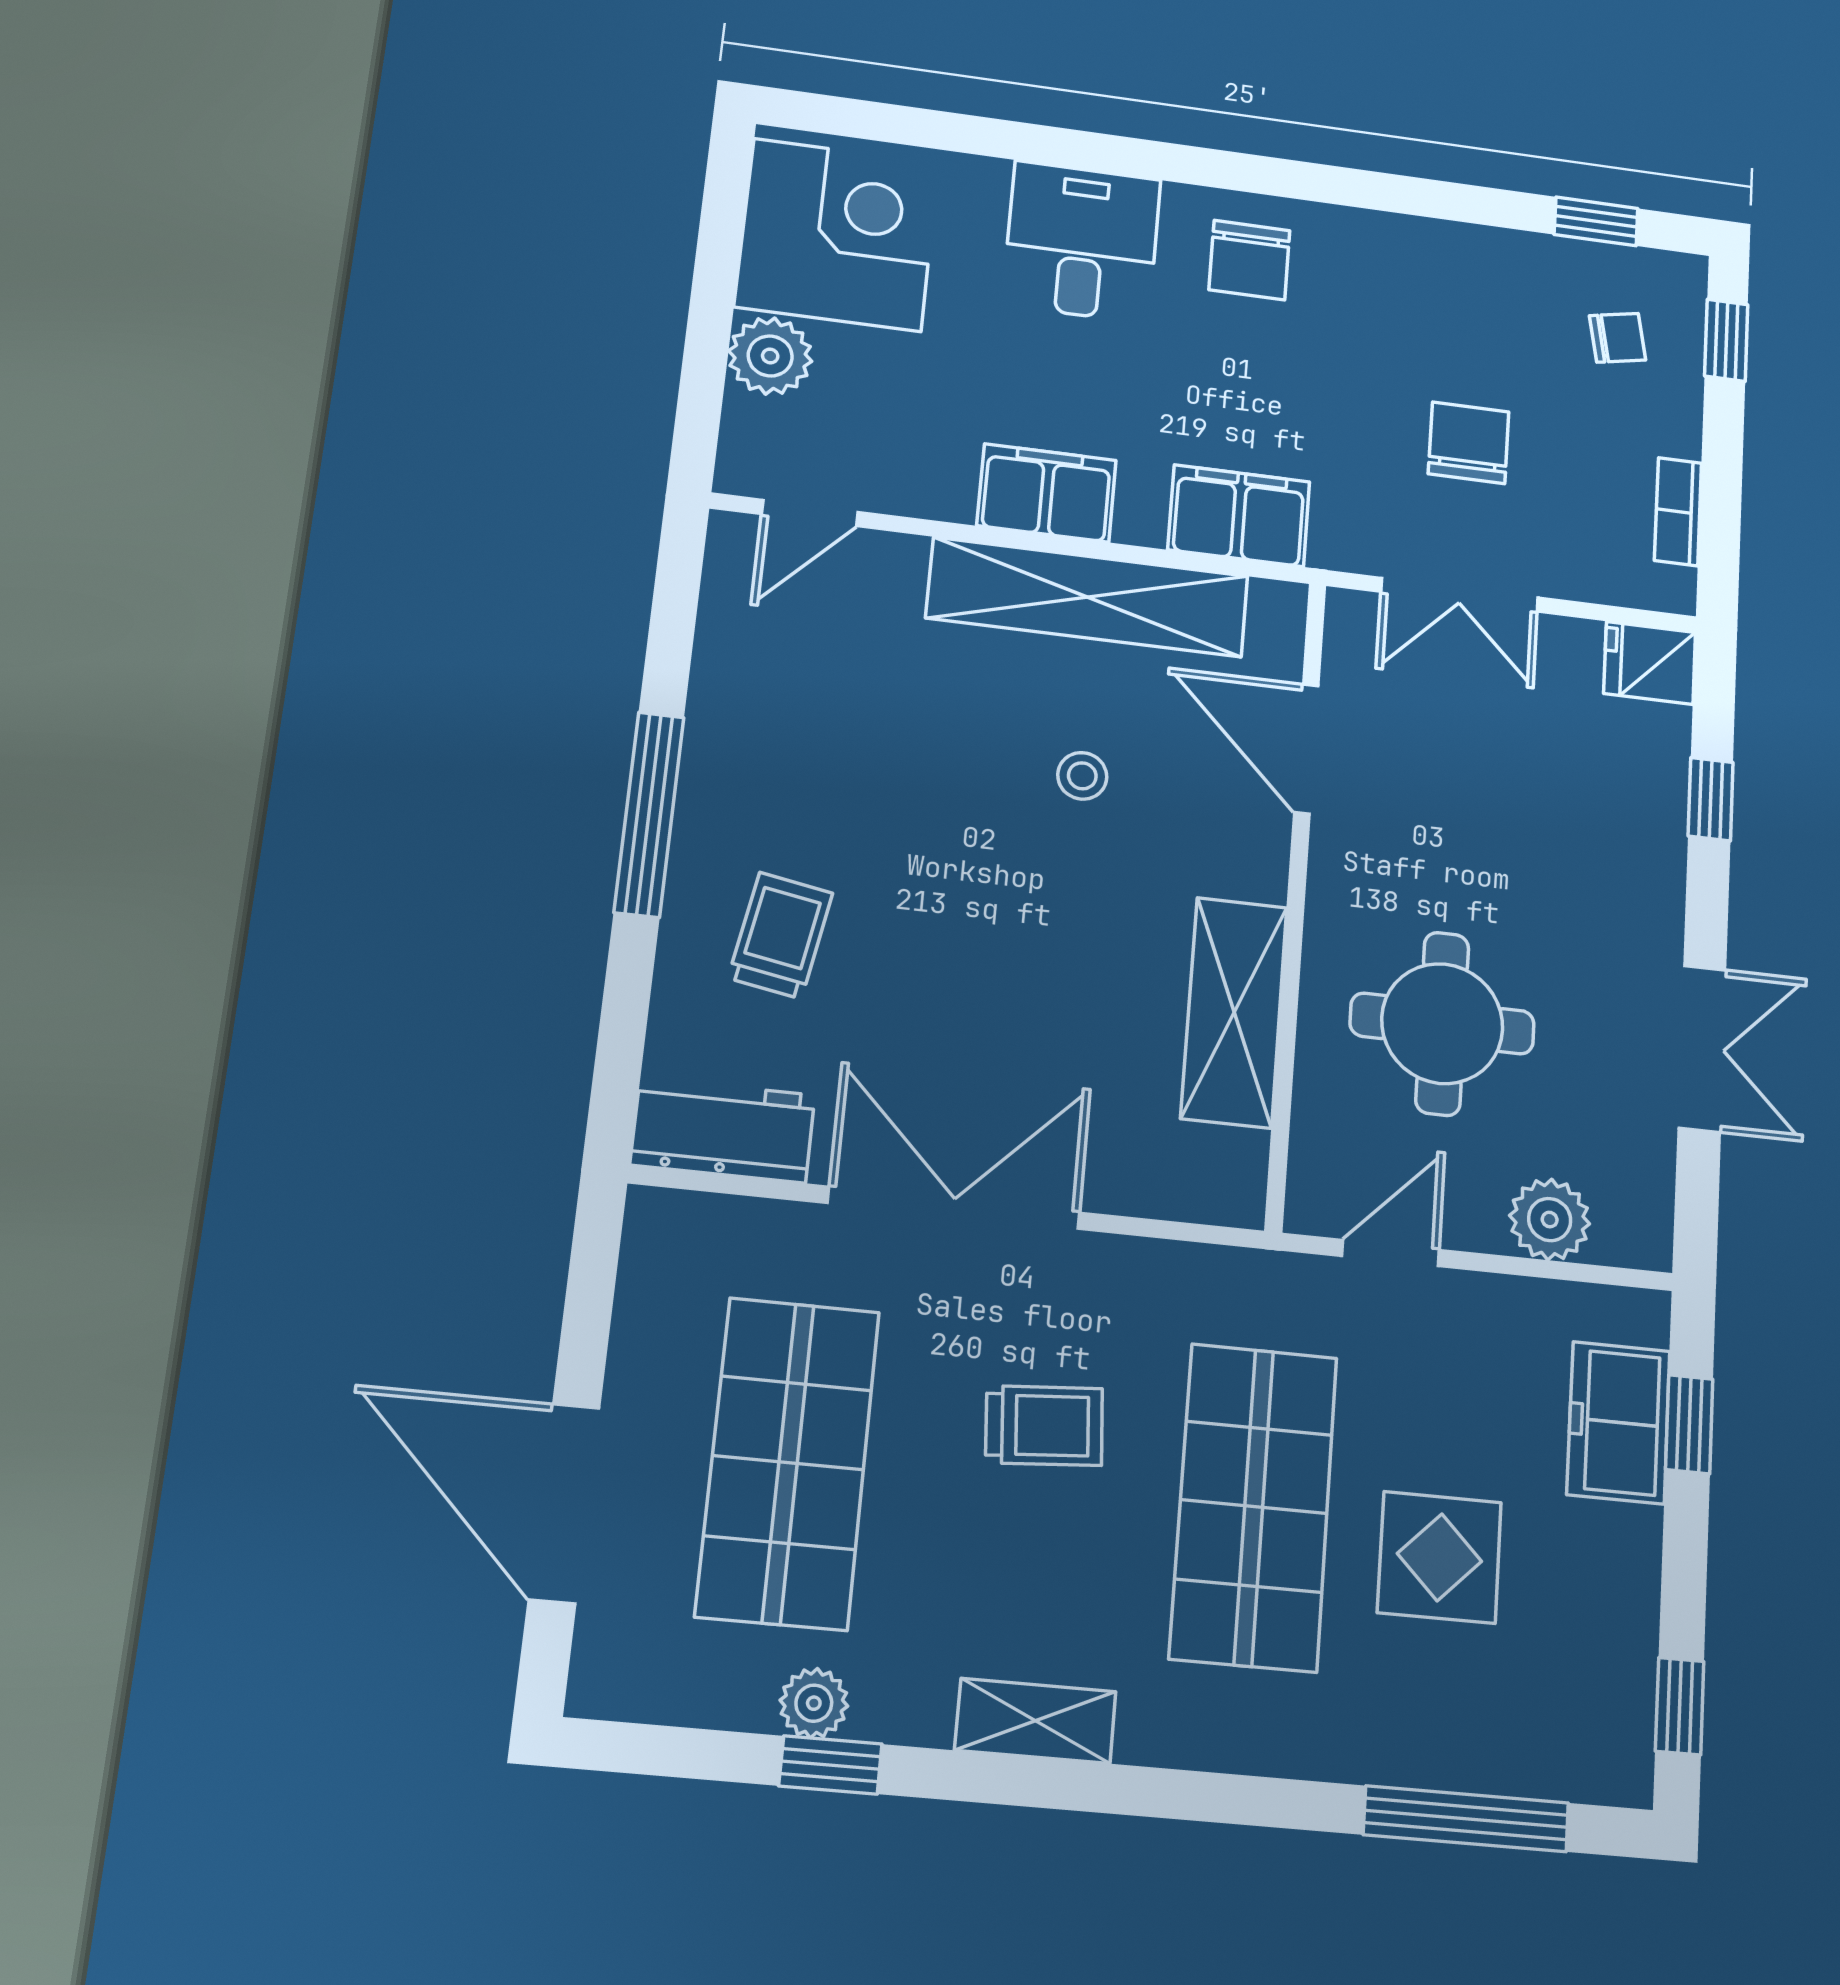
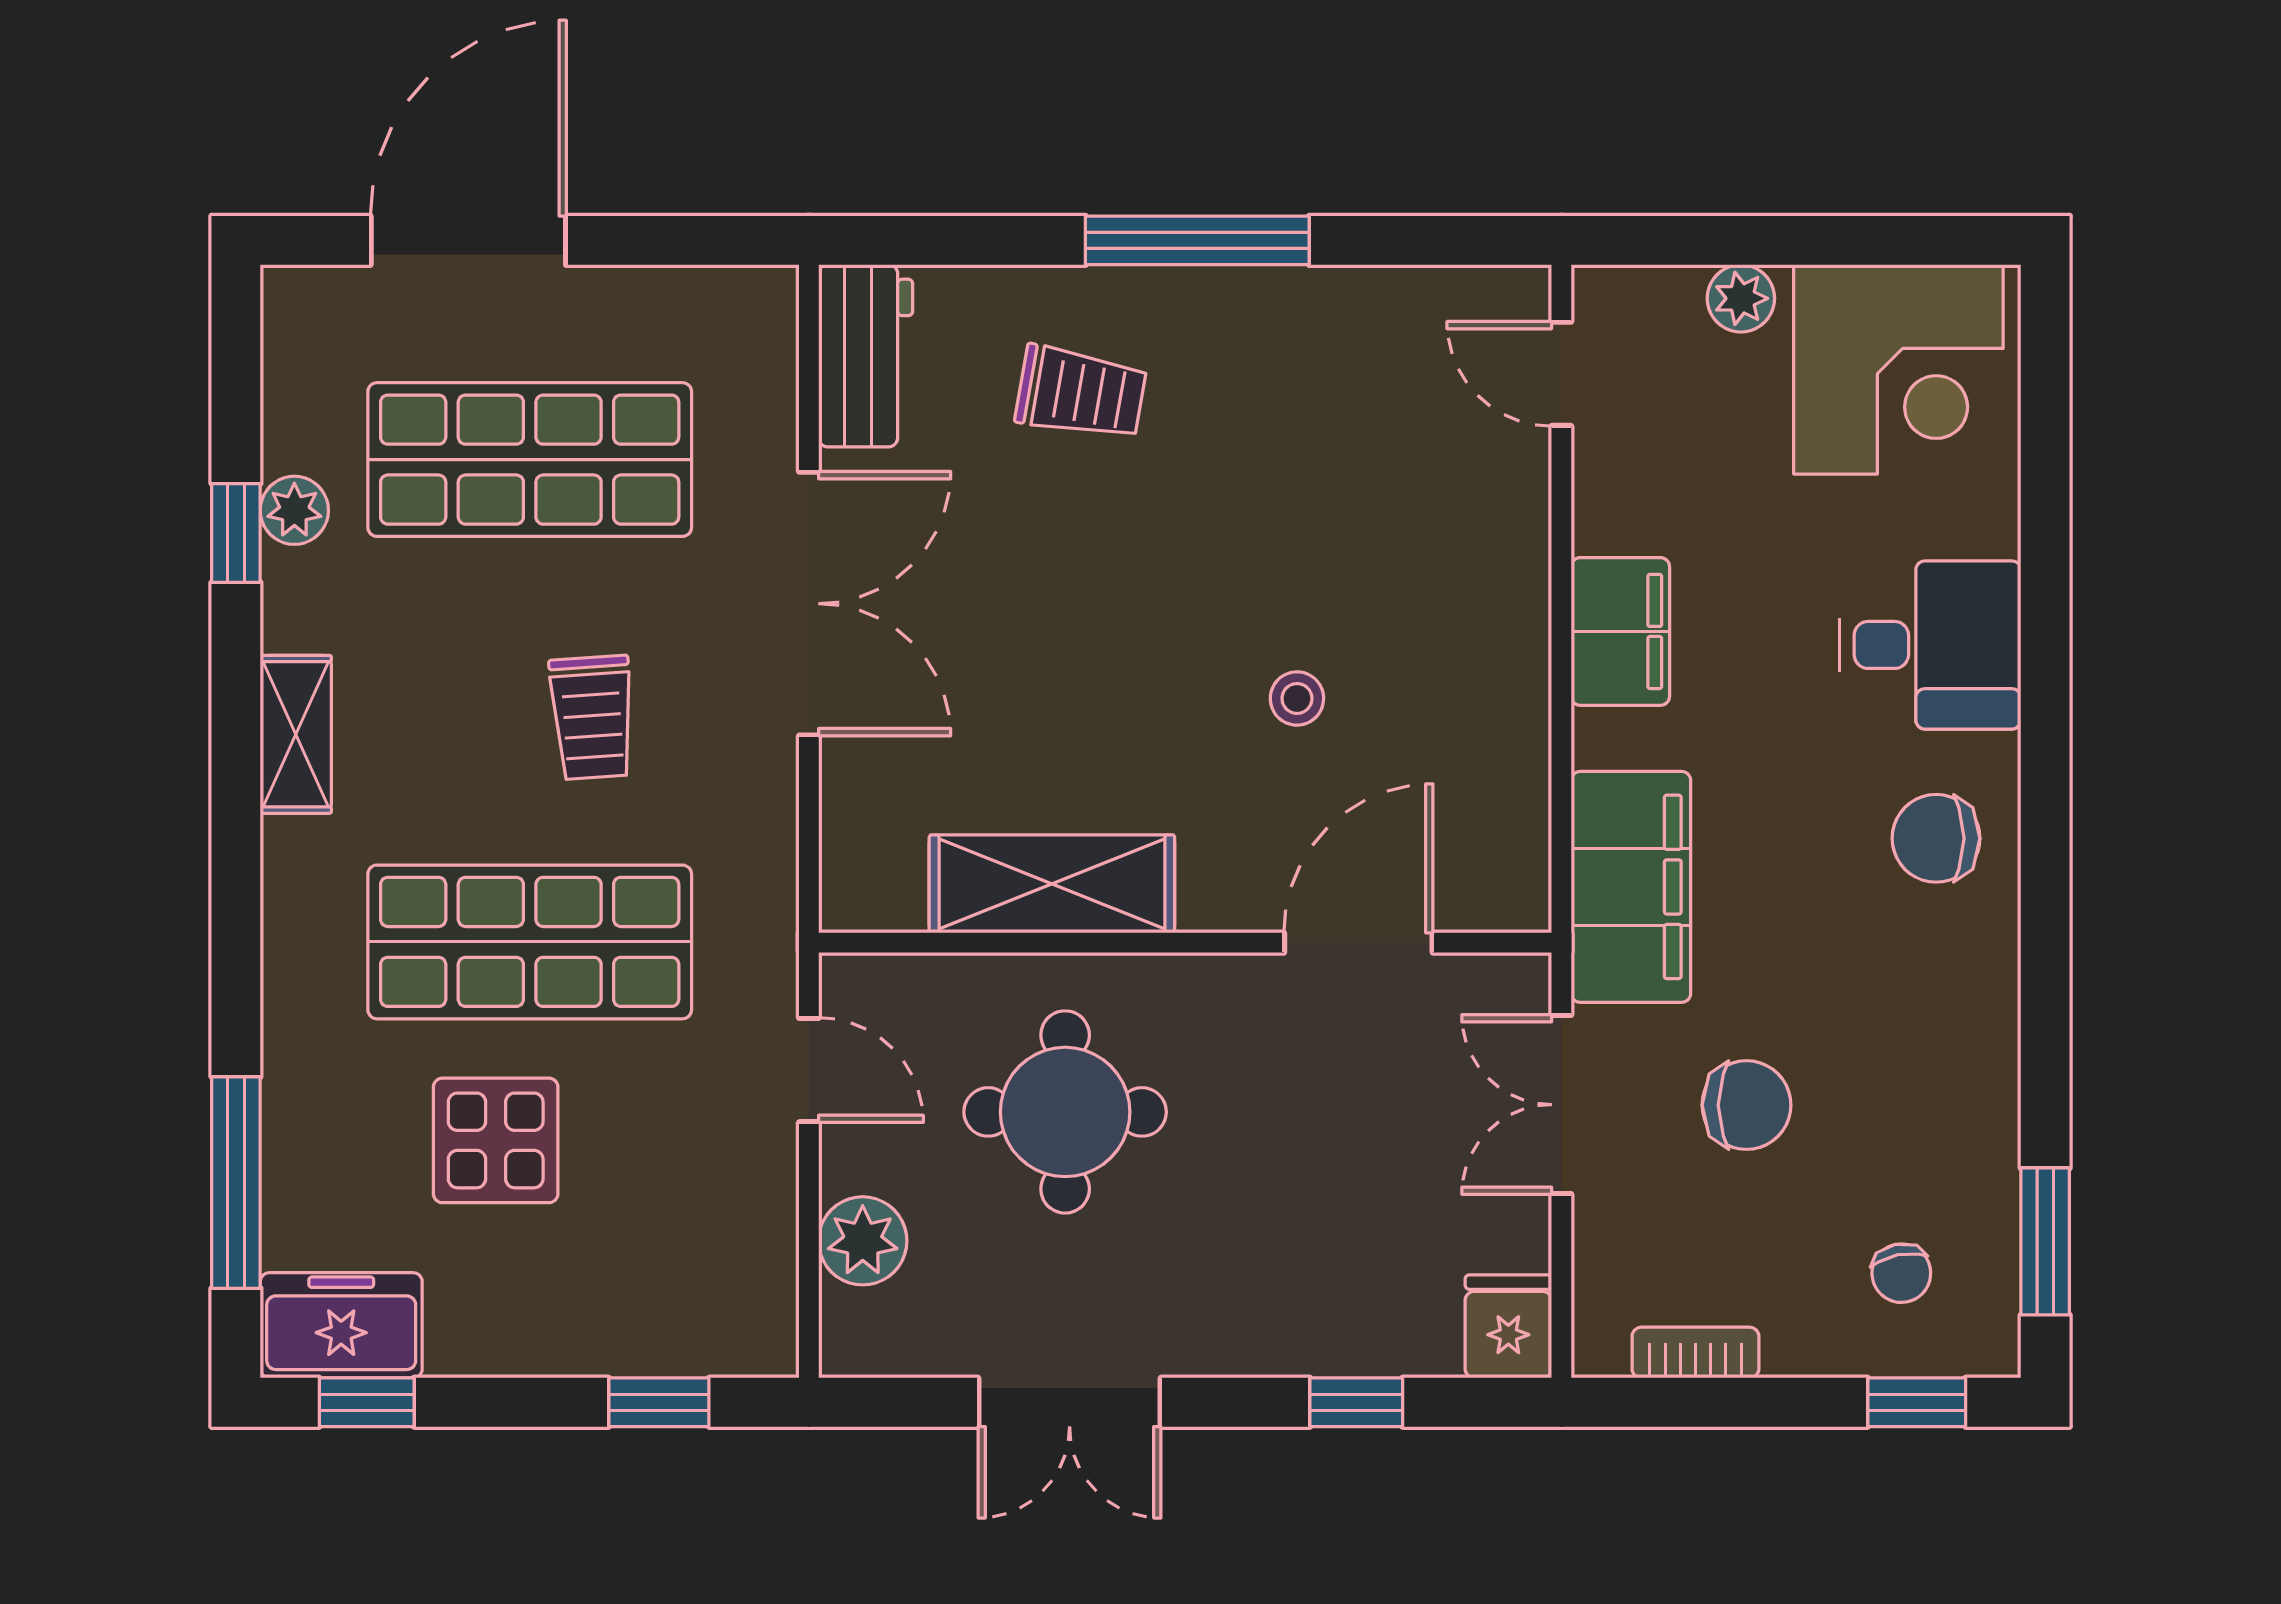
window: (1596, 221) -> (2045, 1241), width x1.50
plant: (770, 356) -> (1741, 298), width x0.73, depth x0.73
filing cabinet: (1239, 516) -> (1631, 887), width x1.50, depth x1.17
shelving: (1088, 597) -> (1504, 687), removed
freezer: (1619, 1423) -> (341, 1325), moved

